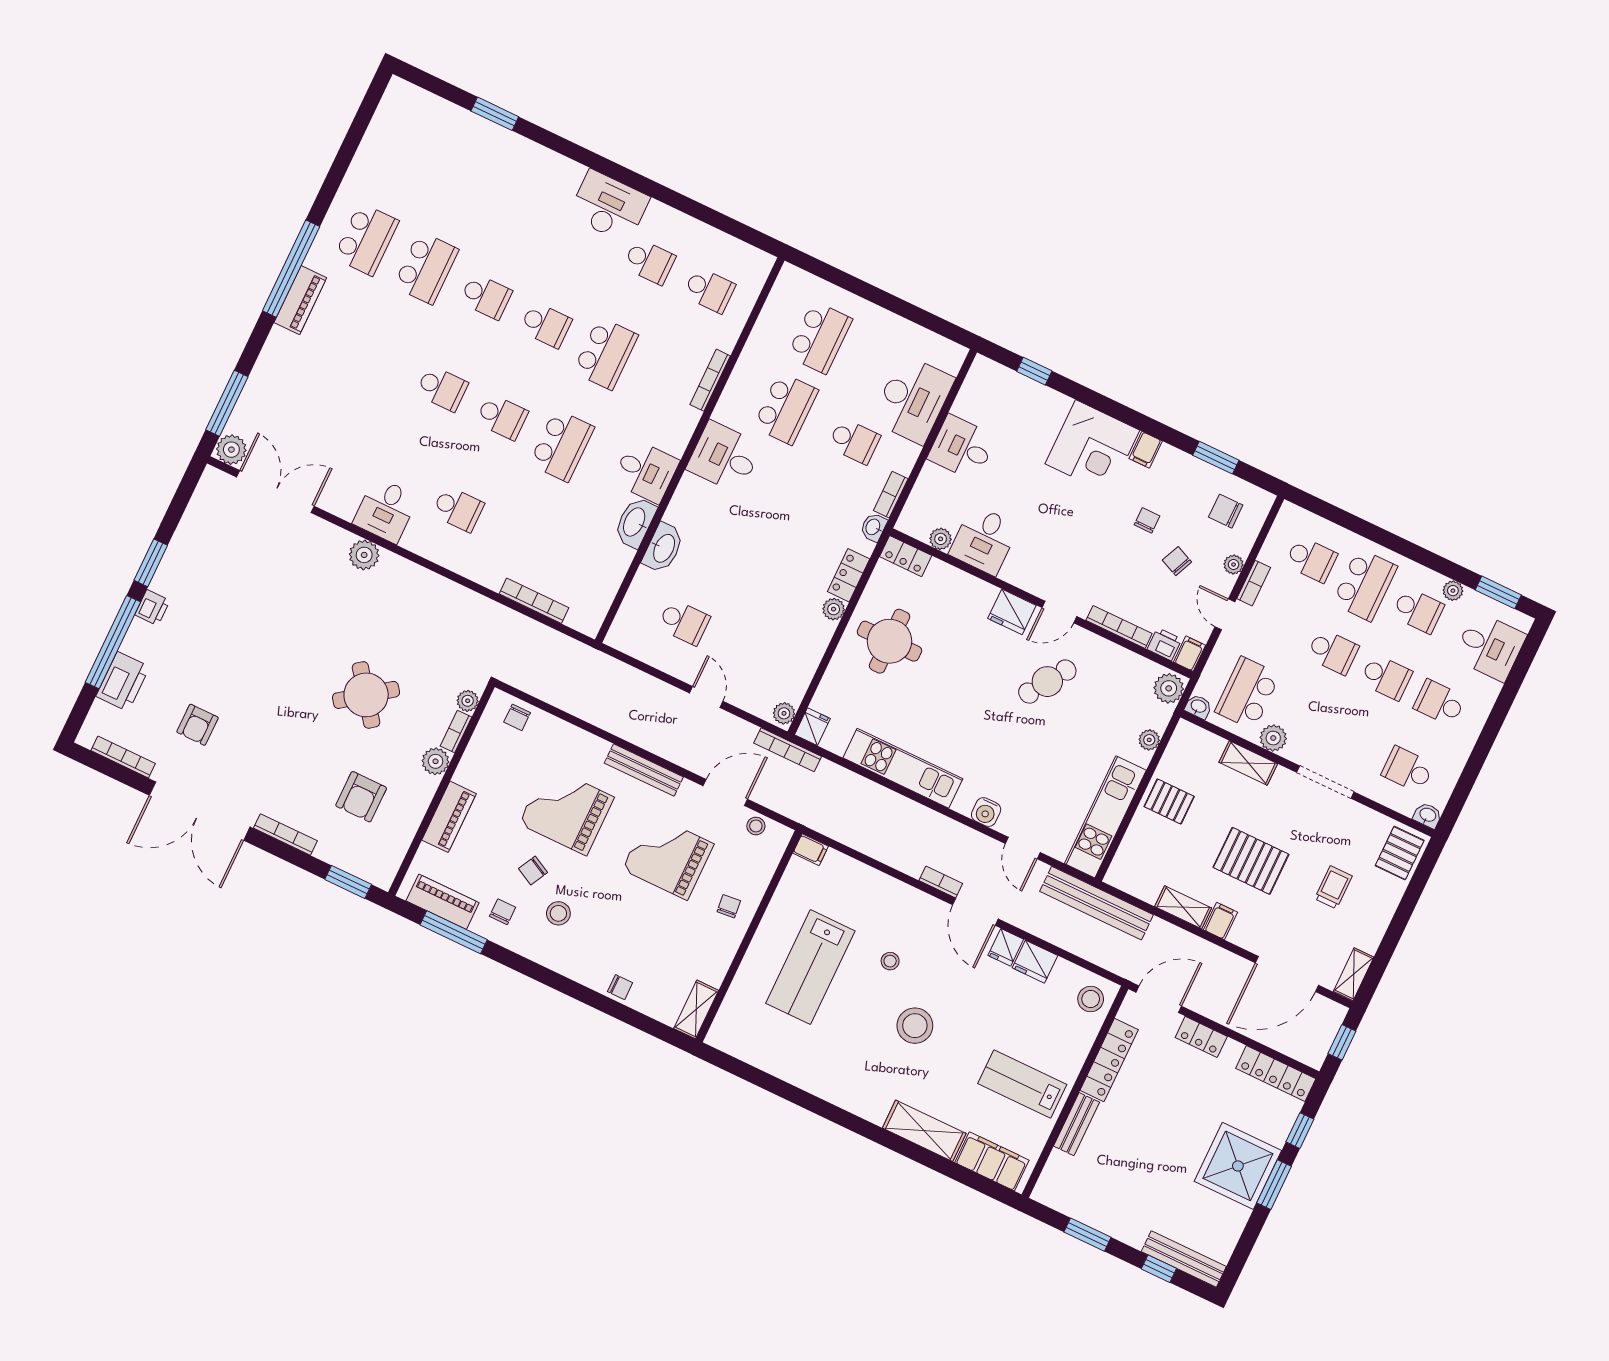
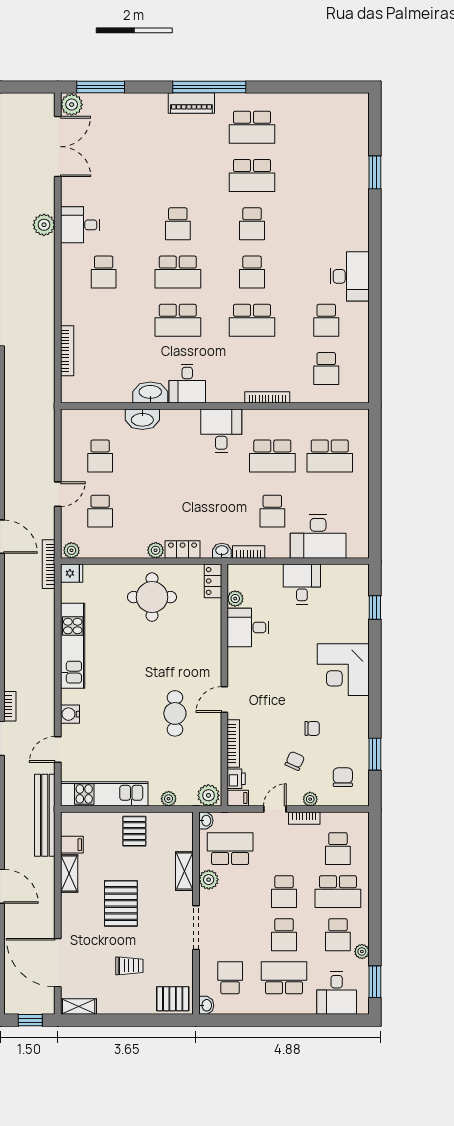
school desk: (502, 417) -> (178, 272), width x1.85
filing cabinet: (1146, 450) -> (358, 705), removed
fridge: (1012, 612) -> (210, 668), removed
door: (1059, 612) -> (224, 700), hinge flipped
school desk: (752, 655) -> (100, 511), added
cafe table: (1047, 682) -> (175, 713), turned 57
school desk: (1439, 703) -> (284, 978), width x1.85
filing cabinet: (1220, 921) -> (72, 845), moved

